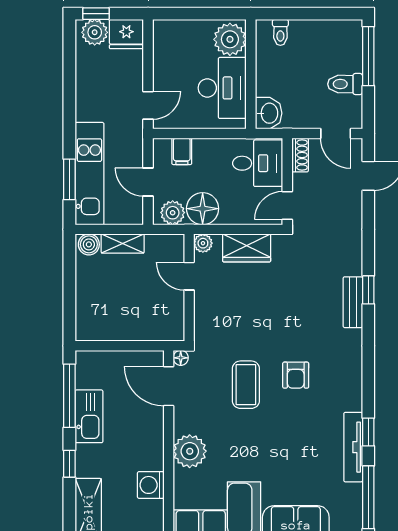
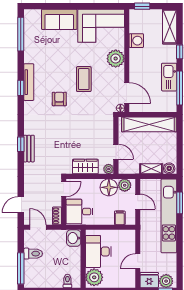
door: (148, 105) -> (138, 261), moved
kitchen unit: (89, 174) -> (169, 216), width x1.36
bench: (353, 302) -> (29, 149), moved
shelving: (127, 327) -> (149, 124), added
coffee table: (246, 385) -> (84, 79), moved
window: (368, 432) -> (21, 88), moved
tv unit: (353, 447) -> (29, 82), moved

